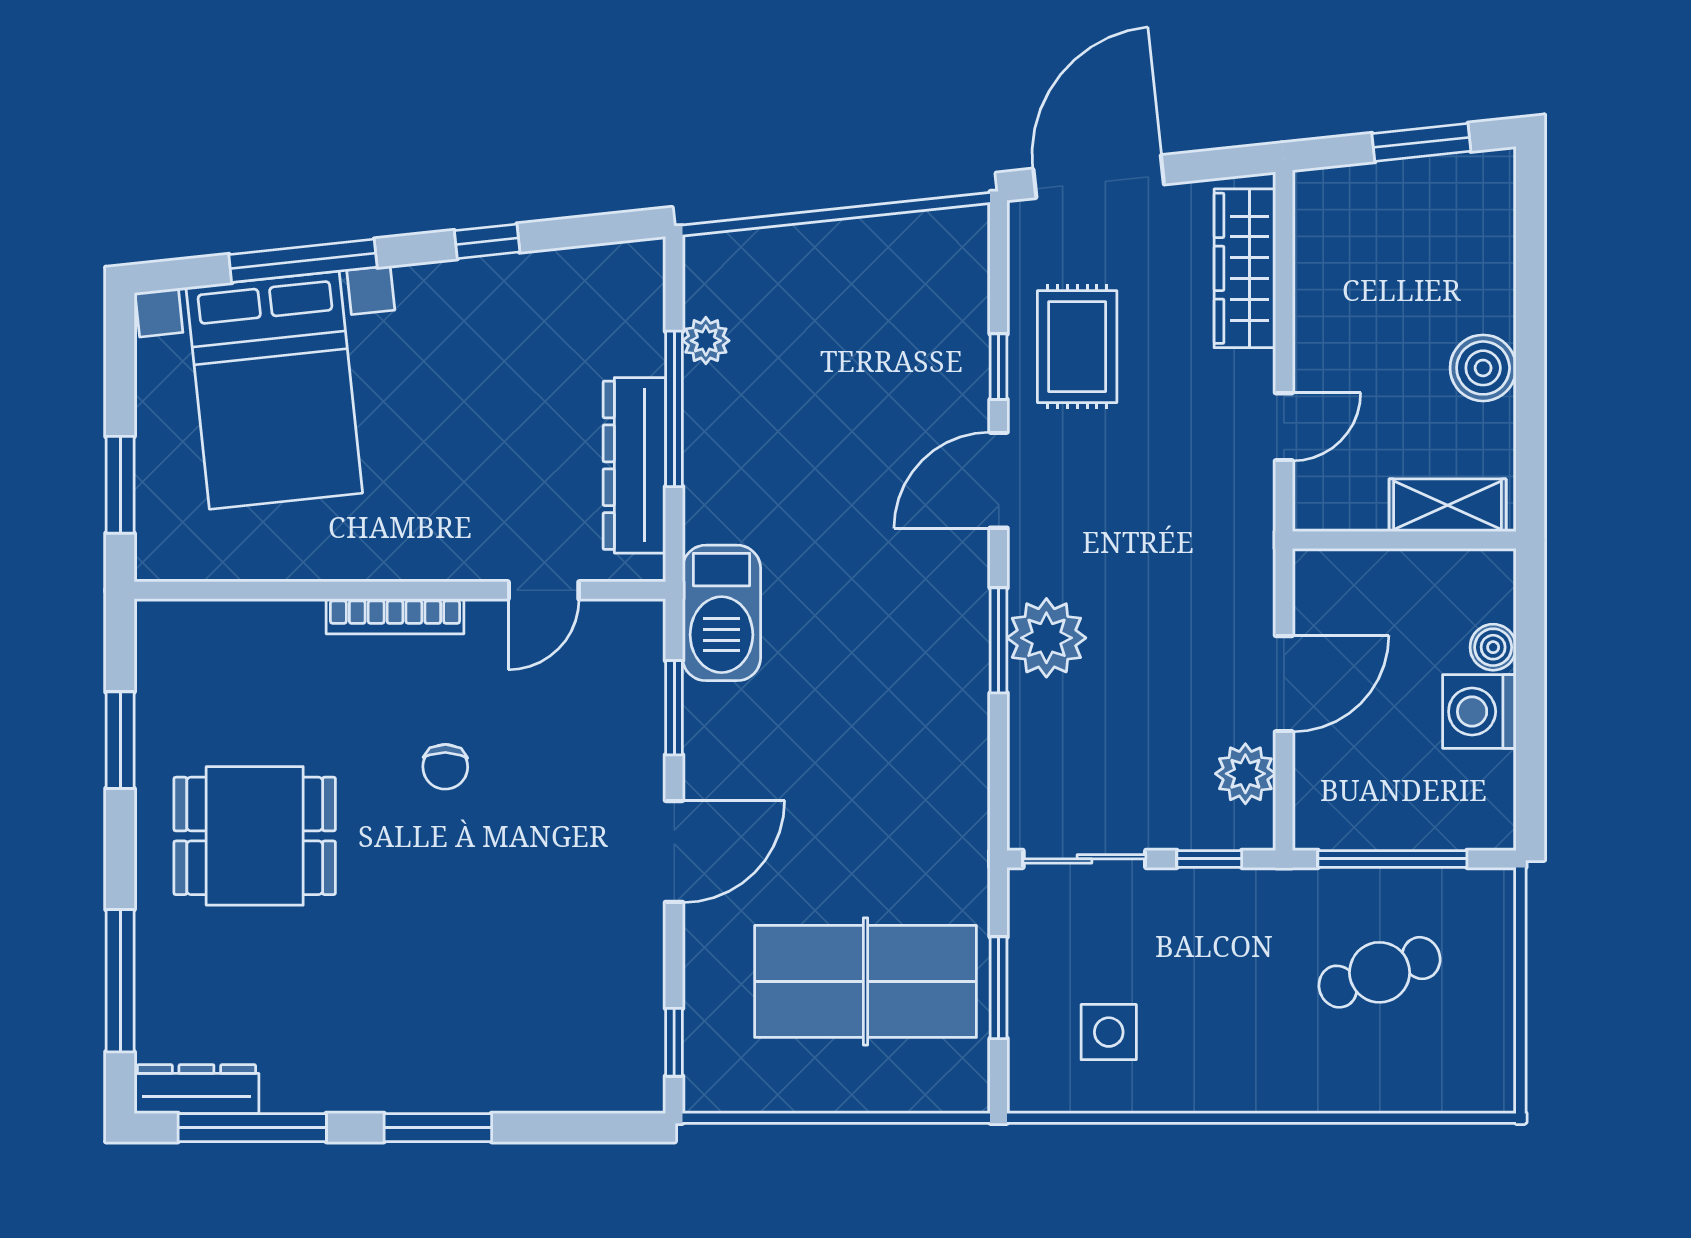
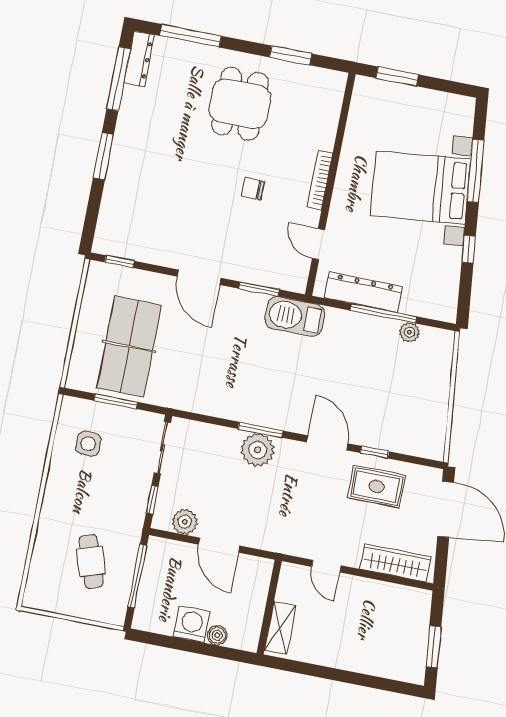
boiler: (1483, 368) -> (334, 654), removed
bed with nightstands: (274, 390) -> (421, 187), moved

